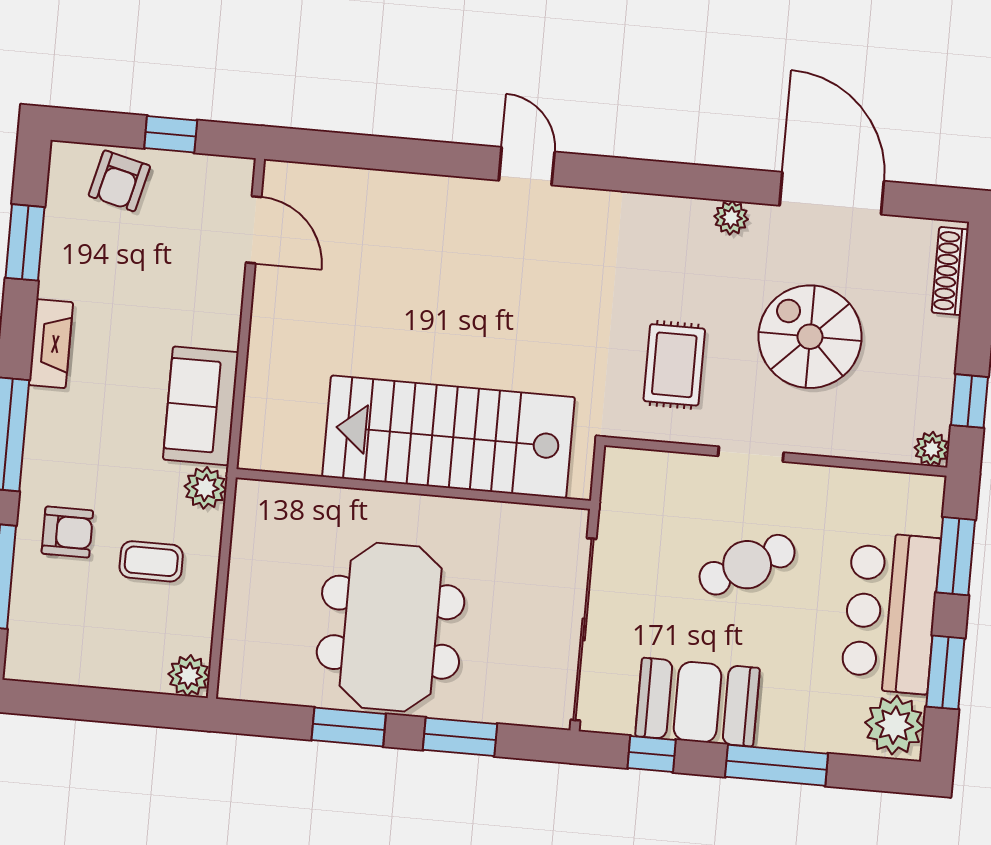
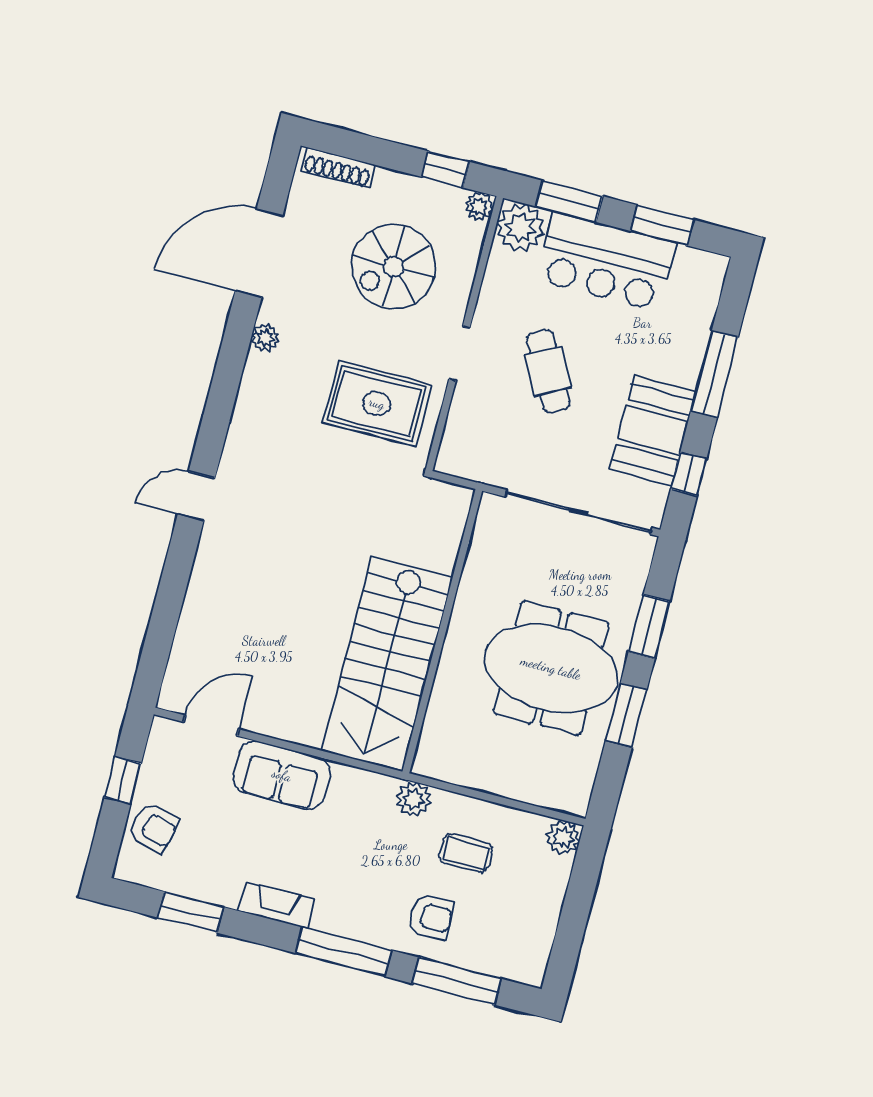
spiral stairs: (810, 337) -> (393, 267), moved
rug: (674, 365) -> (377, 403), width x1.36, depth x1.43
sofa: (201, 406) -> (282, 775), moved
stairs: (448, 437) -> (387, 664), moved
armchair: (67, 532) -> (431, 917), turned 90
coffee table: (151, 561) -> (466, 853), turned 90
plant: (894, 725) -> (520, 228), moved

